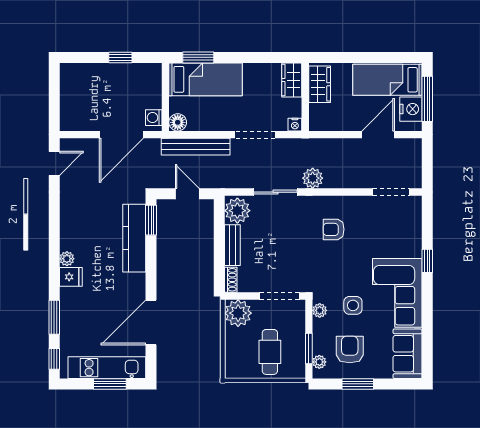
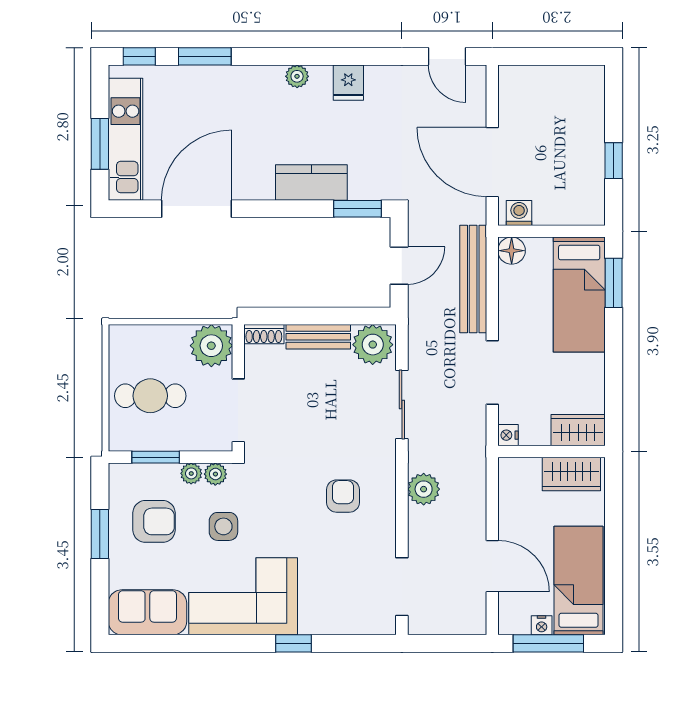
nightstand: (411, 109) -> (542, 625), width x0.53, depth x0.56
plant: (313, 178) -> (424, 489), moved
kitchen counter: (134, 238) -> (311, 182), width x0.67
fridge: (71, 277) -> (348, 83), moved
door: (151, 322) -> (197, 209), hinge flipped
plant: (319, 362) -> (191, 473), moved

